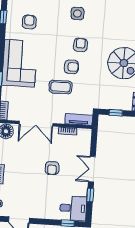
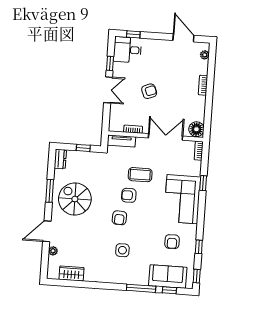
armchair: (52, 168) -> (149, 91), turned 69

